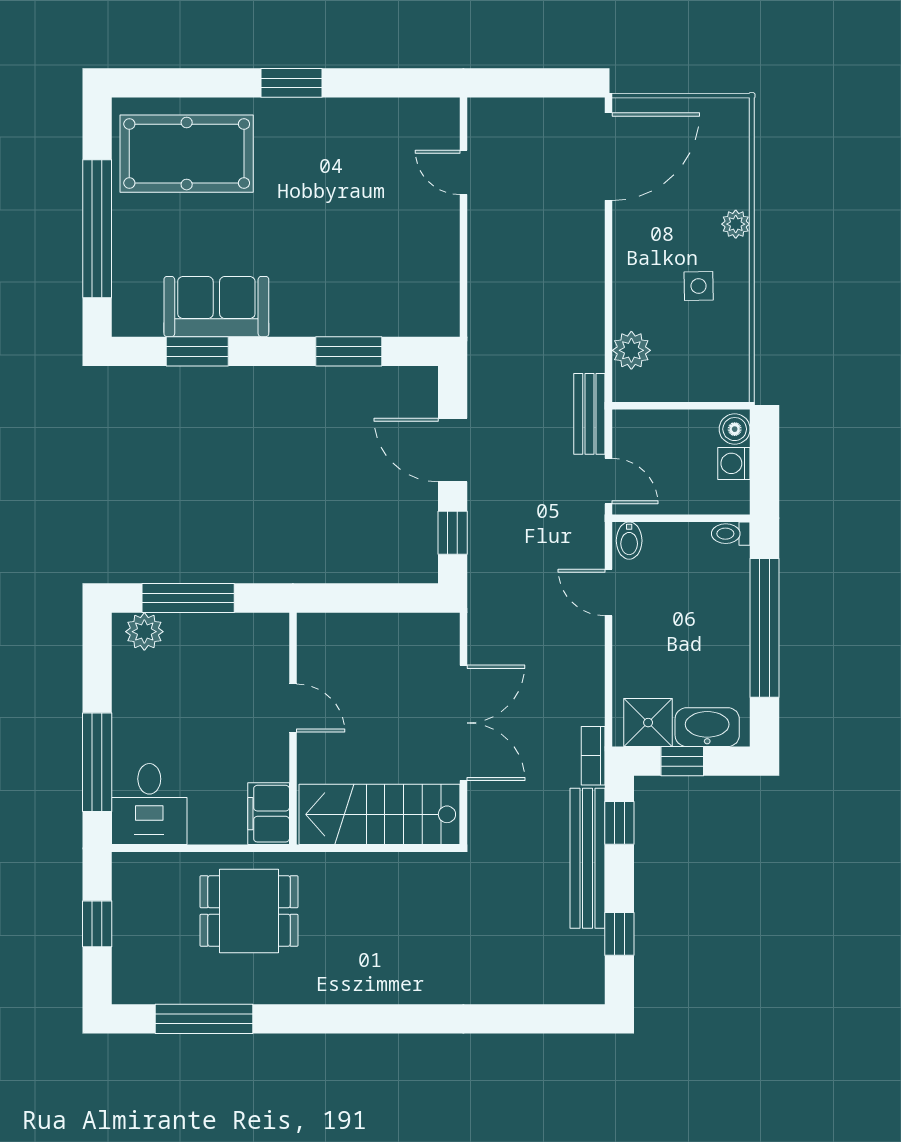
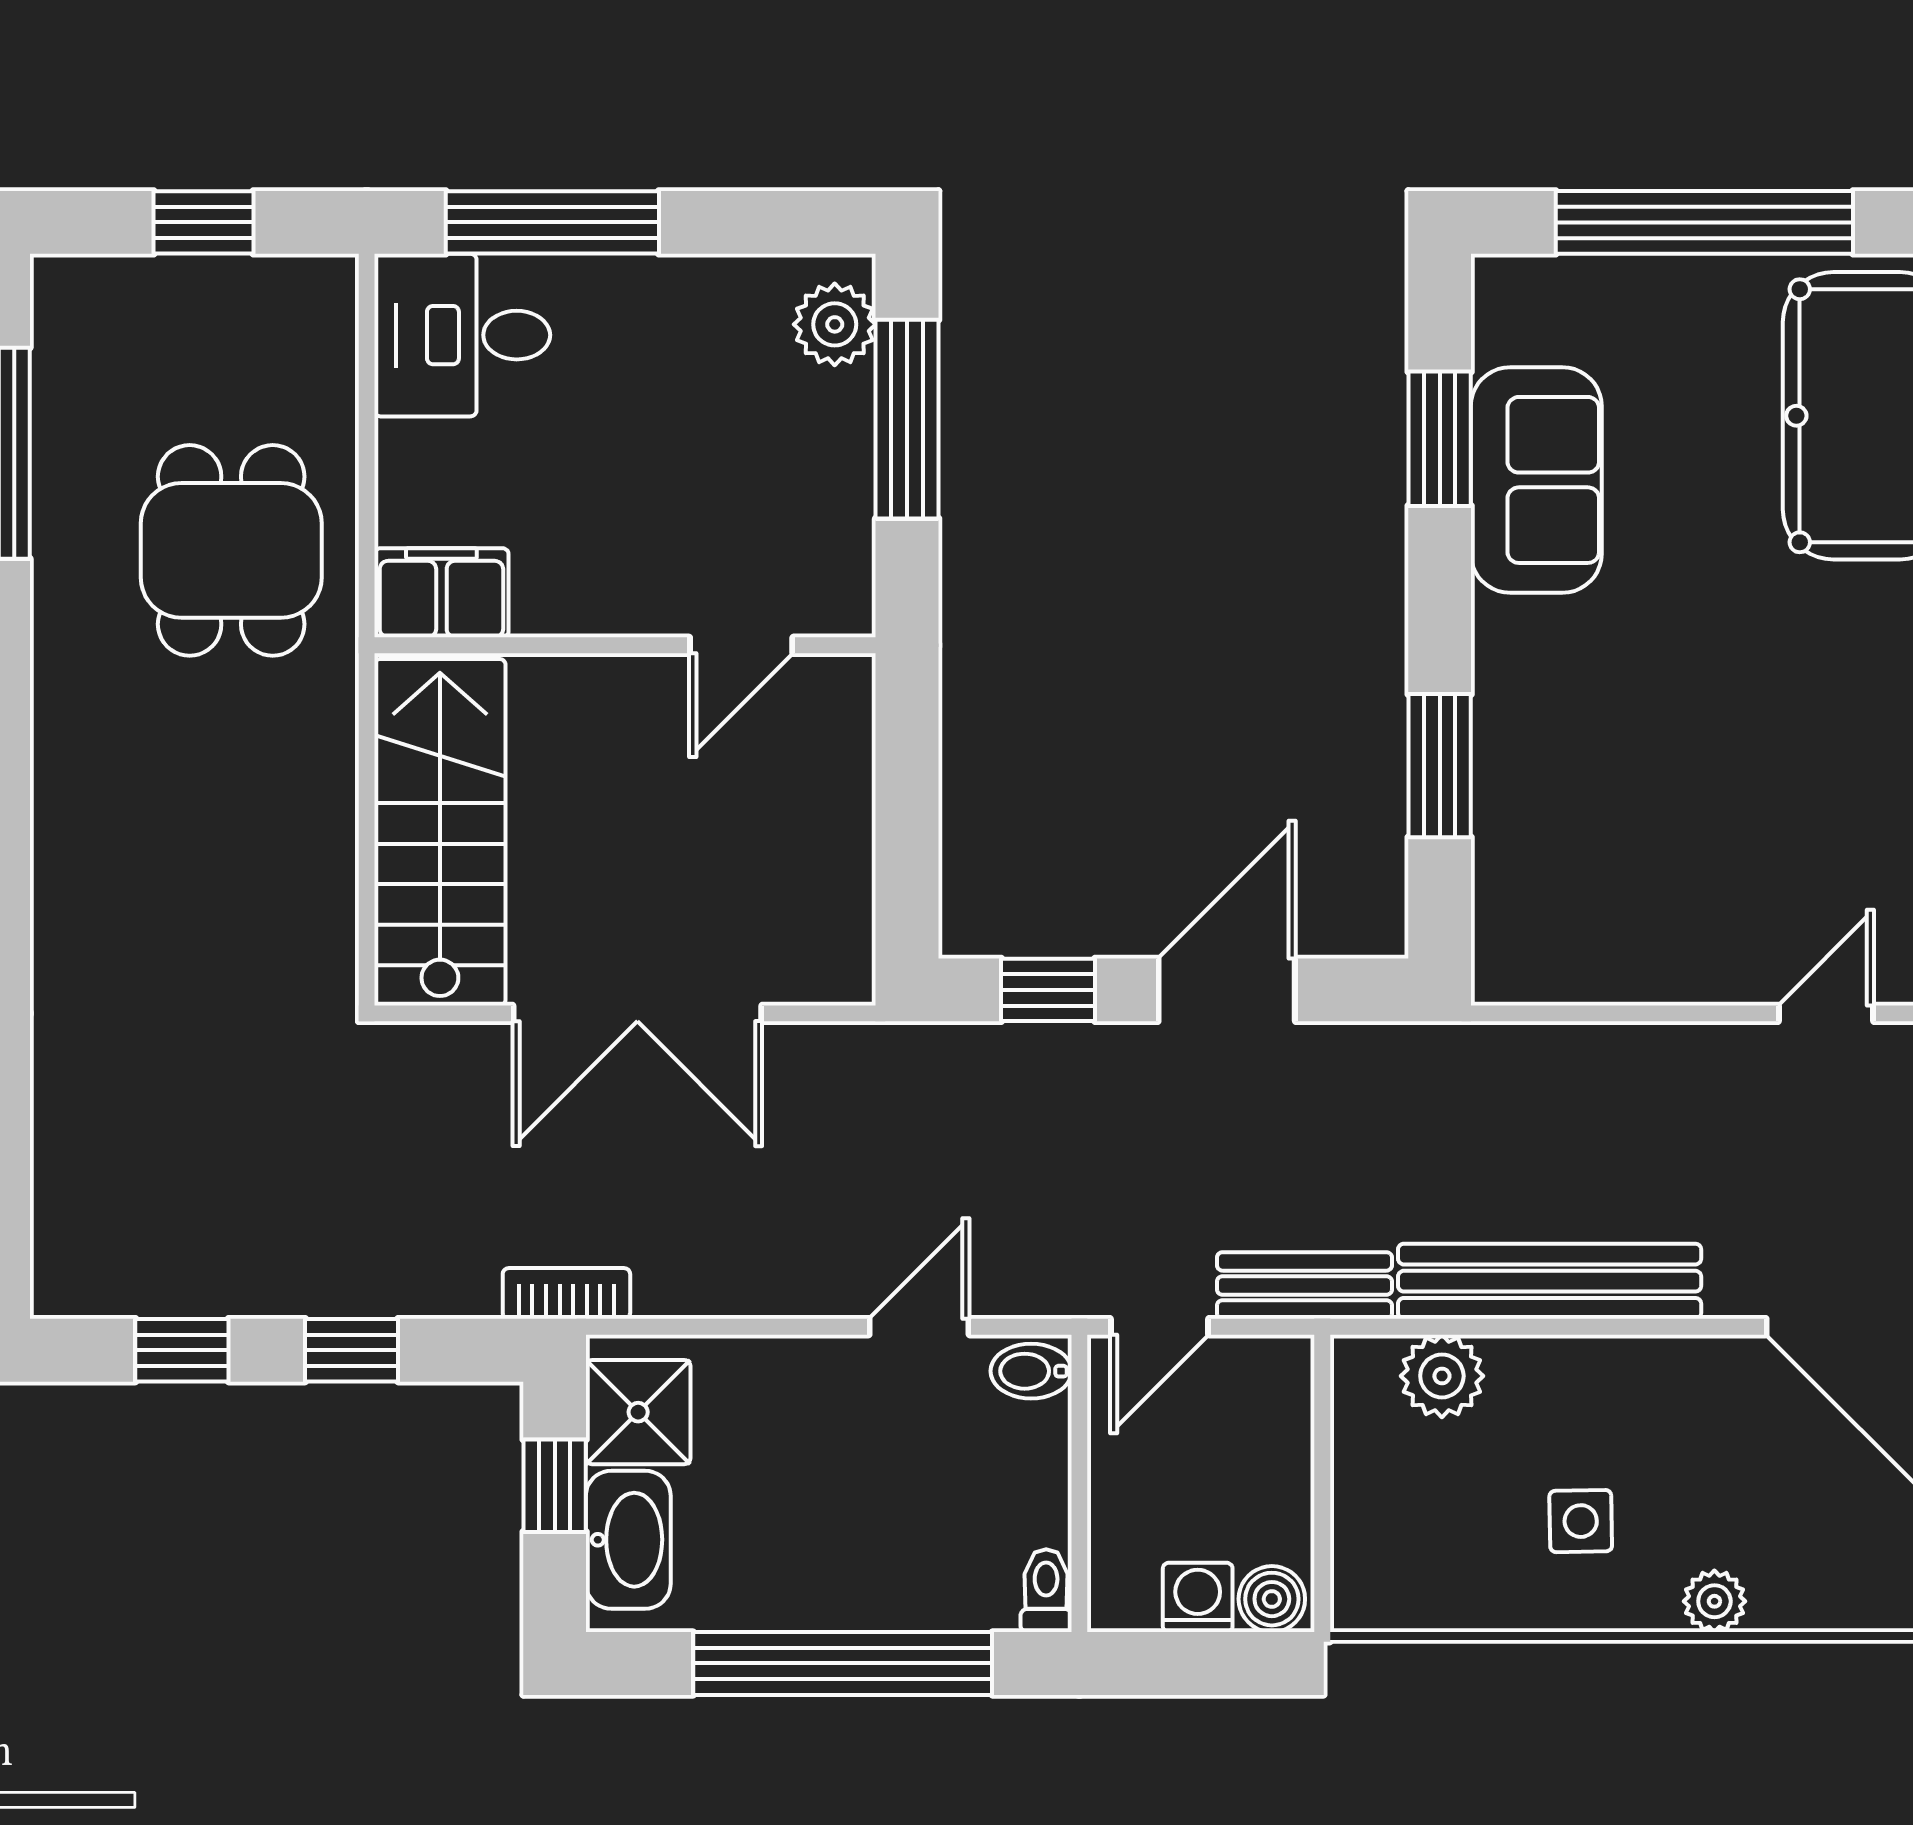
door: (293, 708) -> (741, 645), moved
window: (619, 823) -> (352, 1350), moved
bench: (587, 858) -> (1550, 1281), moved

